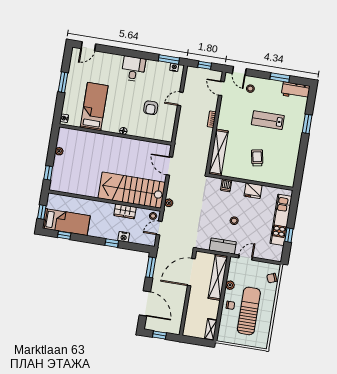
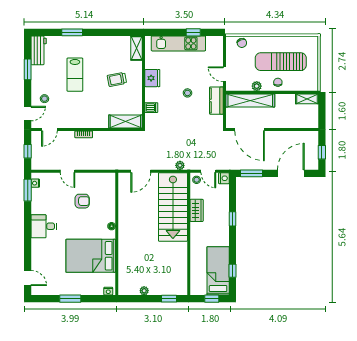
bed: (94, 107) -> (91, 256), width x1.50
shelving: (218, 152) -> (125, 121), width x0.68
shelving: (283, 181) -> (136, 48), added
nightstand: (124, 237) -> (224, 178), moved

